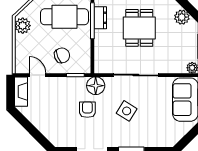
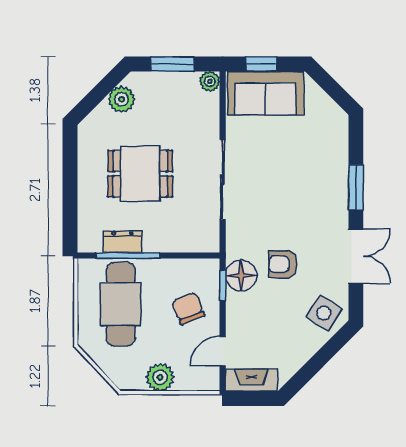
plant: (23, 26) -> (160, 377), moved
floor lamp: (96, 86) -> (241, 275), moved
side table: (127, 111) -> (324, 313), moved

